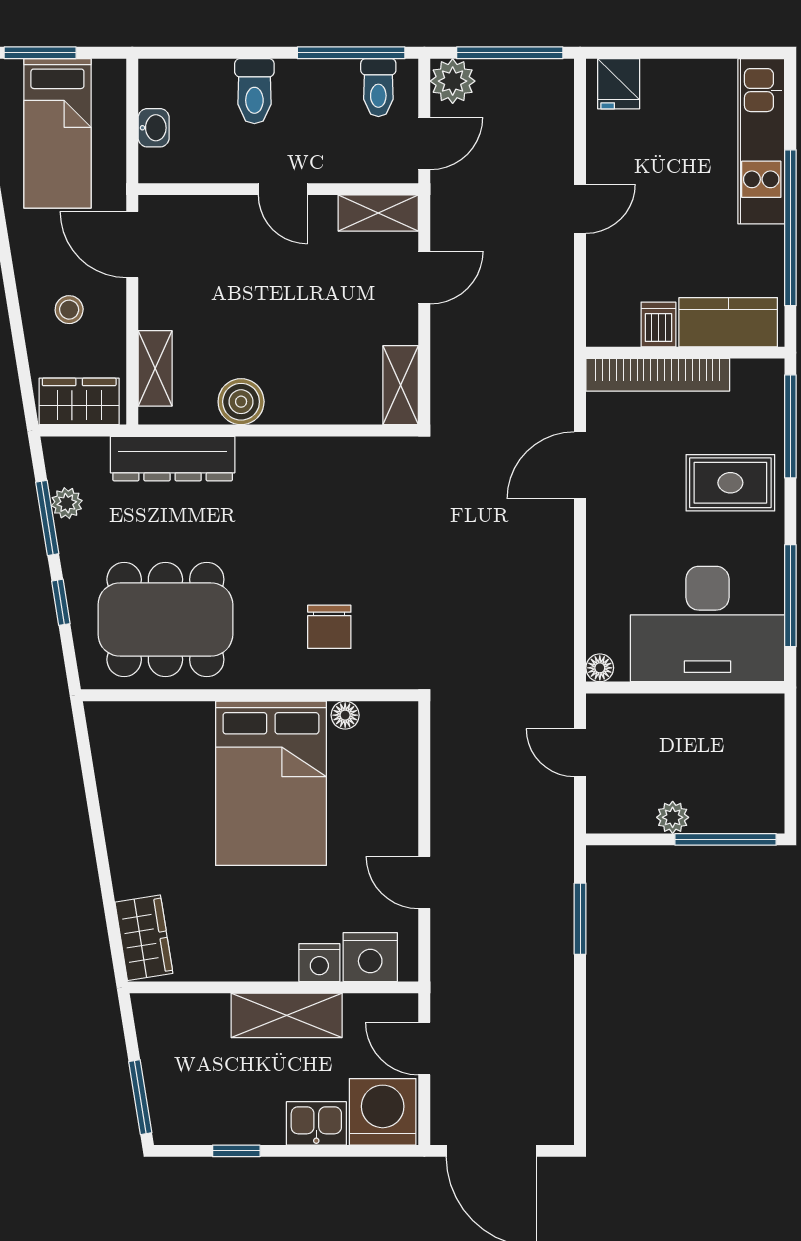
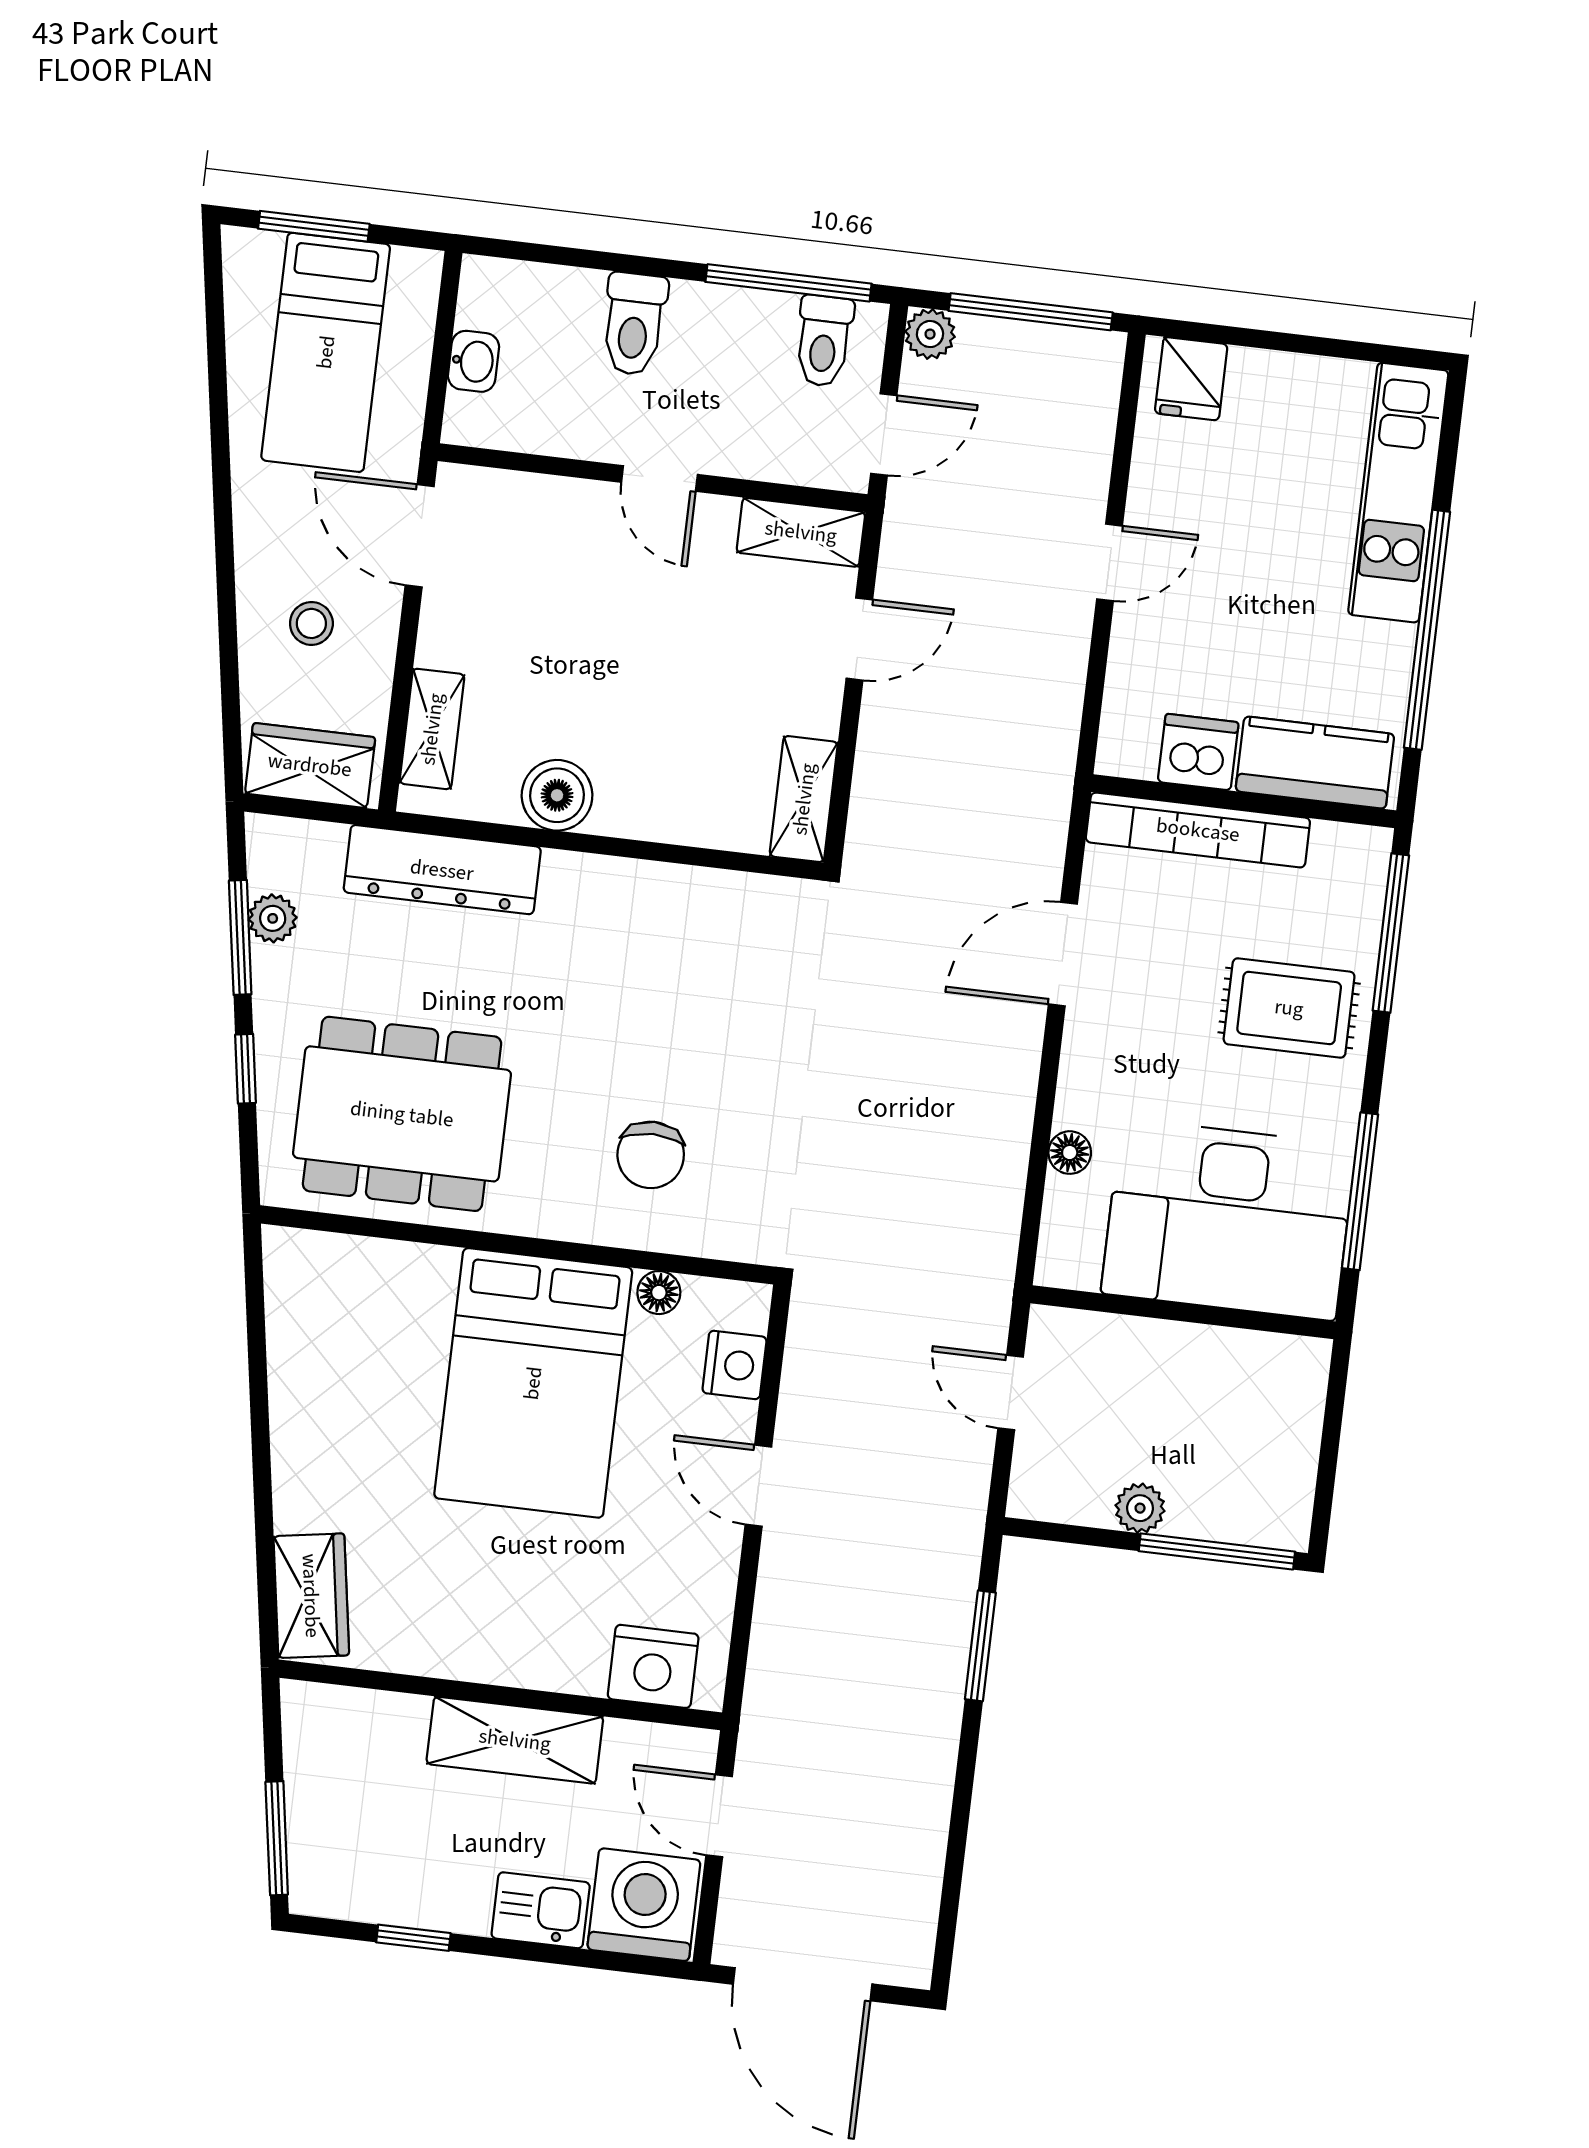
plant: (453, 81) -> (930, 334), width x0.73, depth x0.73
dishwasher: (658, 324) -> (1198, 752), width x1.38
floor lamp: (600, 668) -> (1070, 1153), moved
door: (424, 883) -> (758, 1486), moved
nightstand: (319, 963) -> (734, 1365), moved, turned -90

